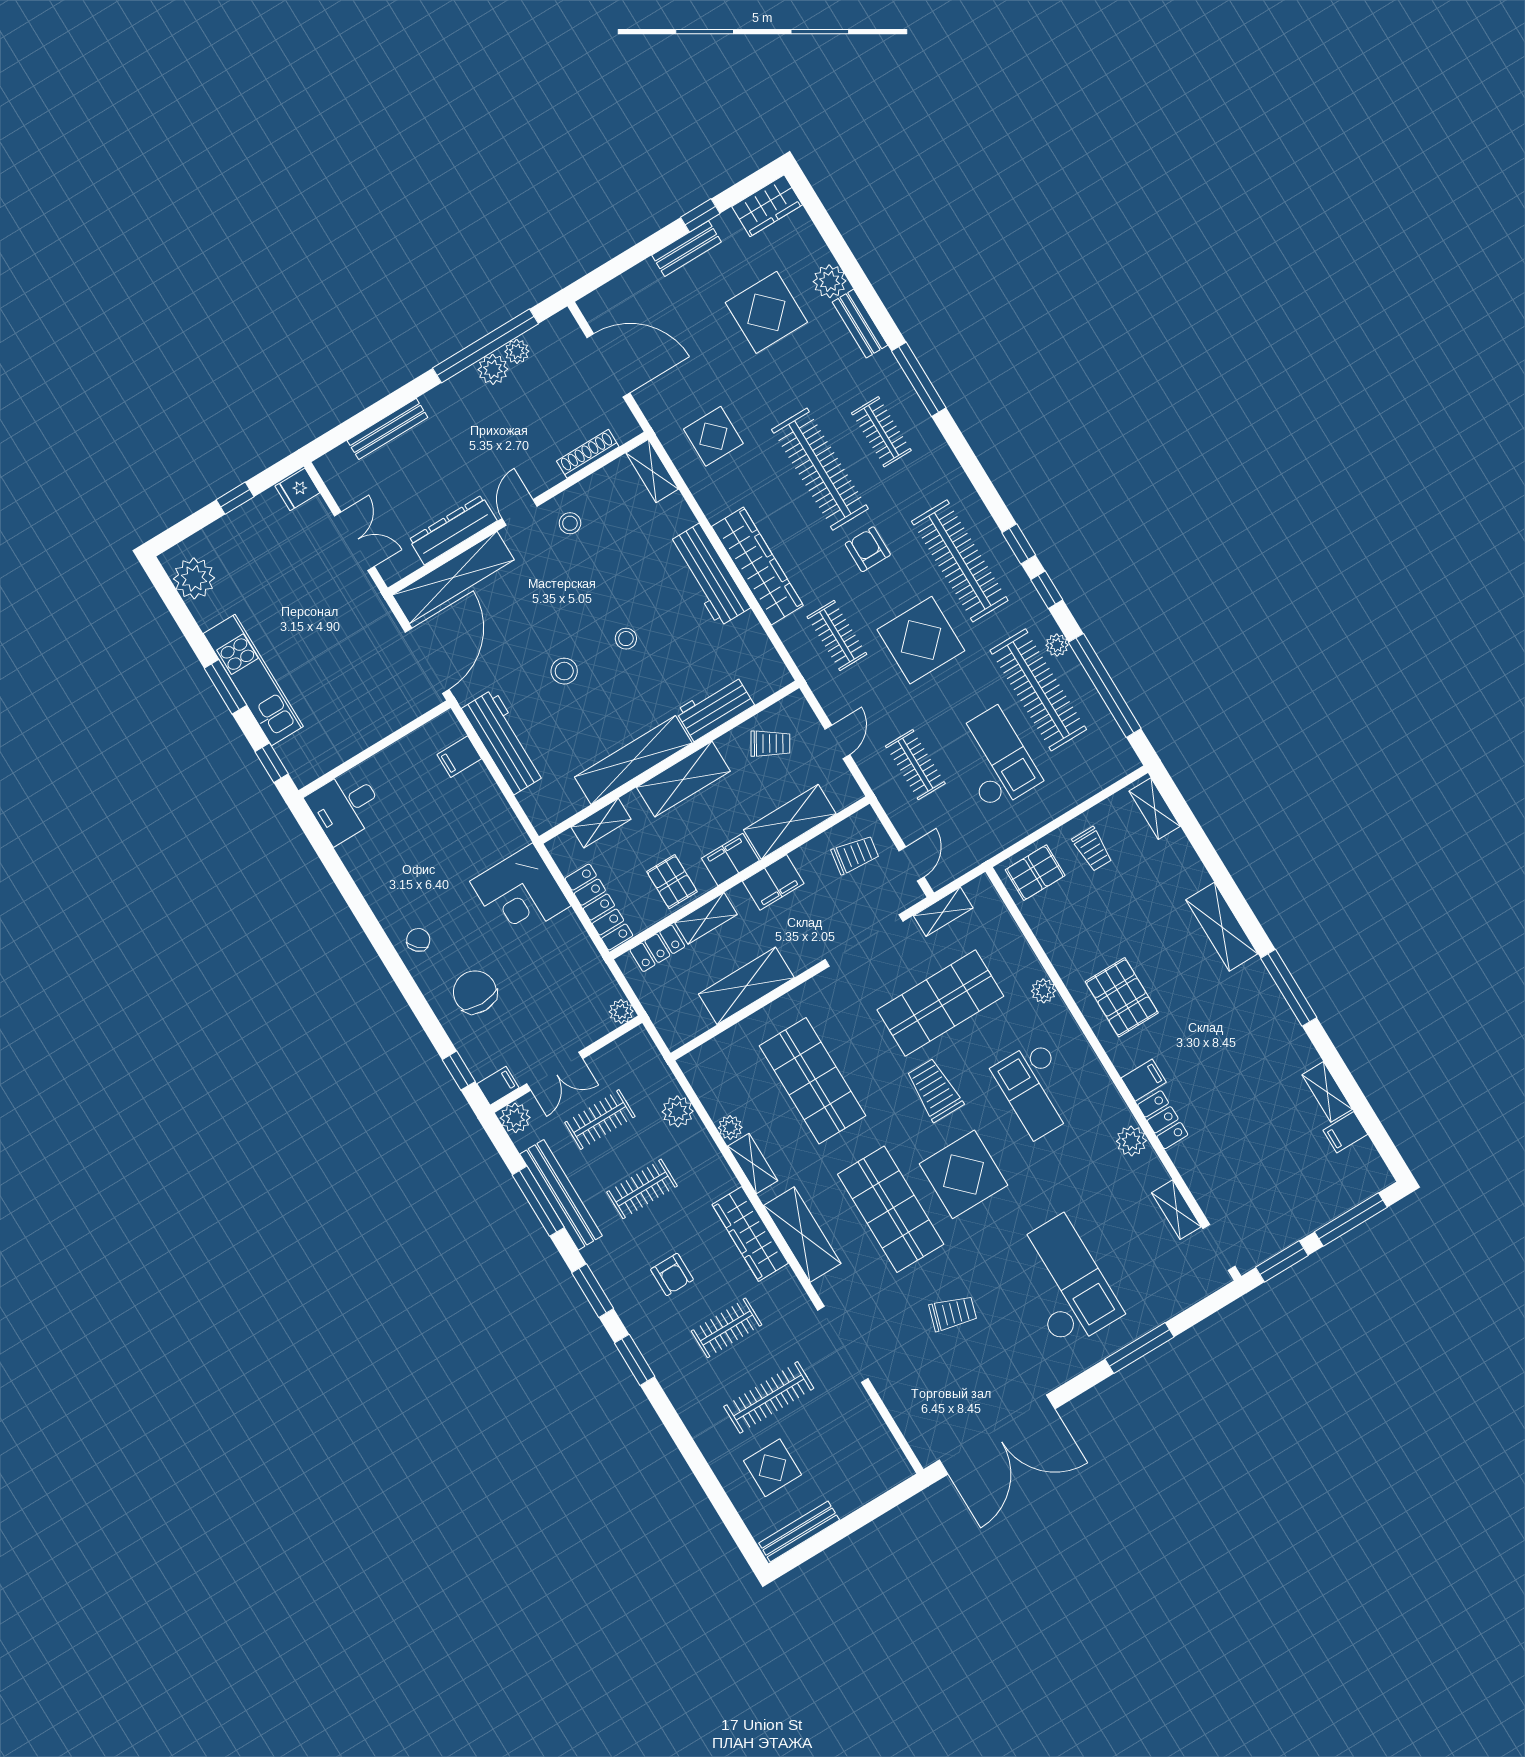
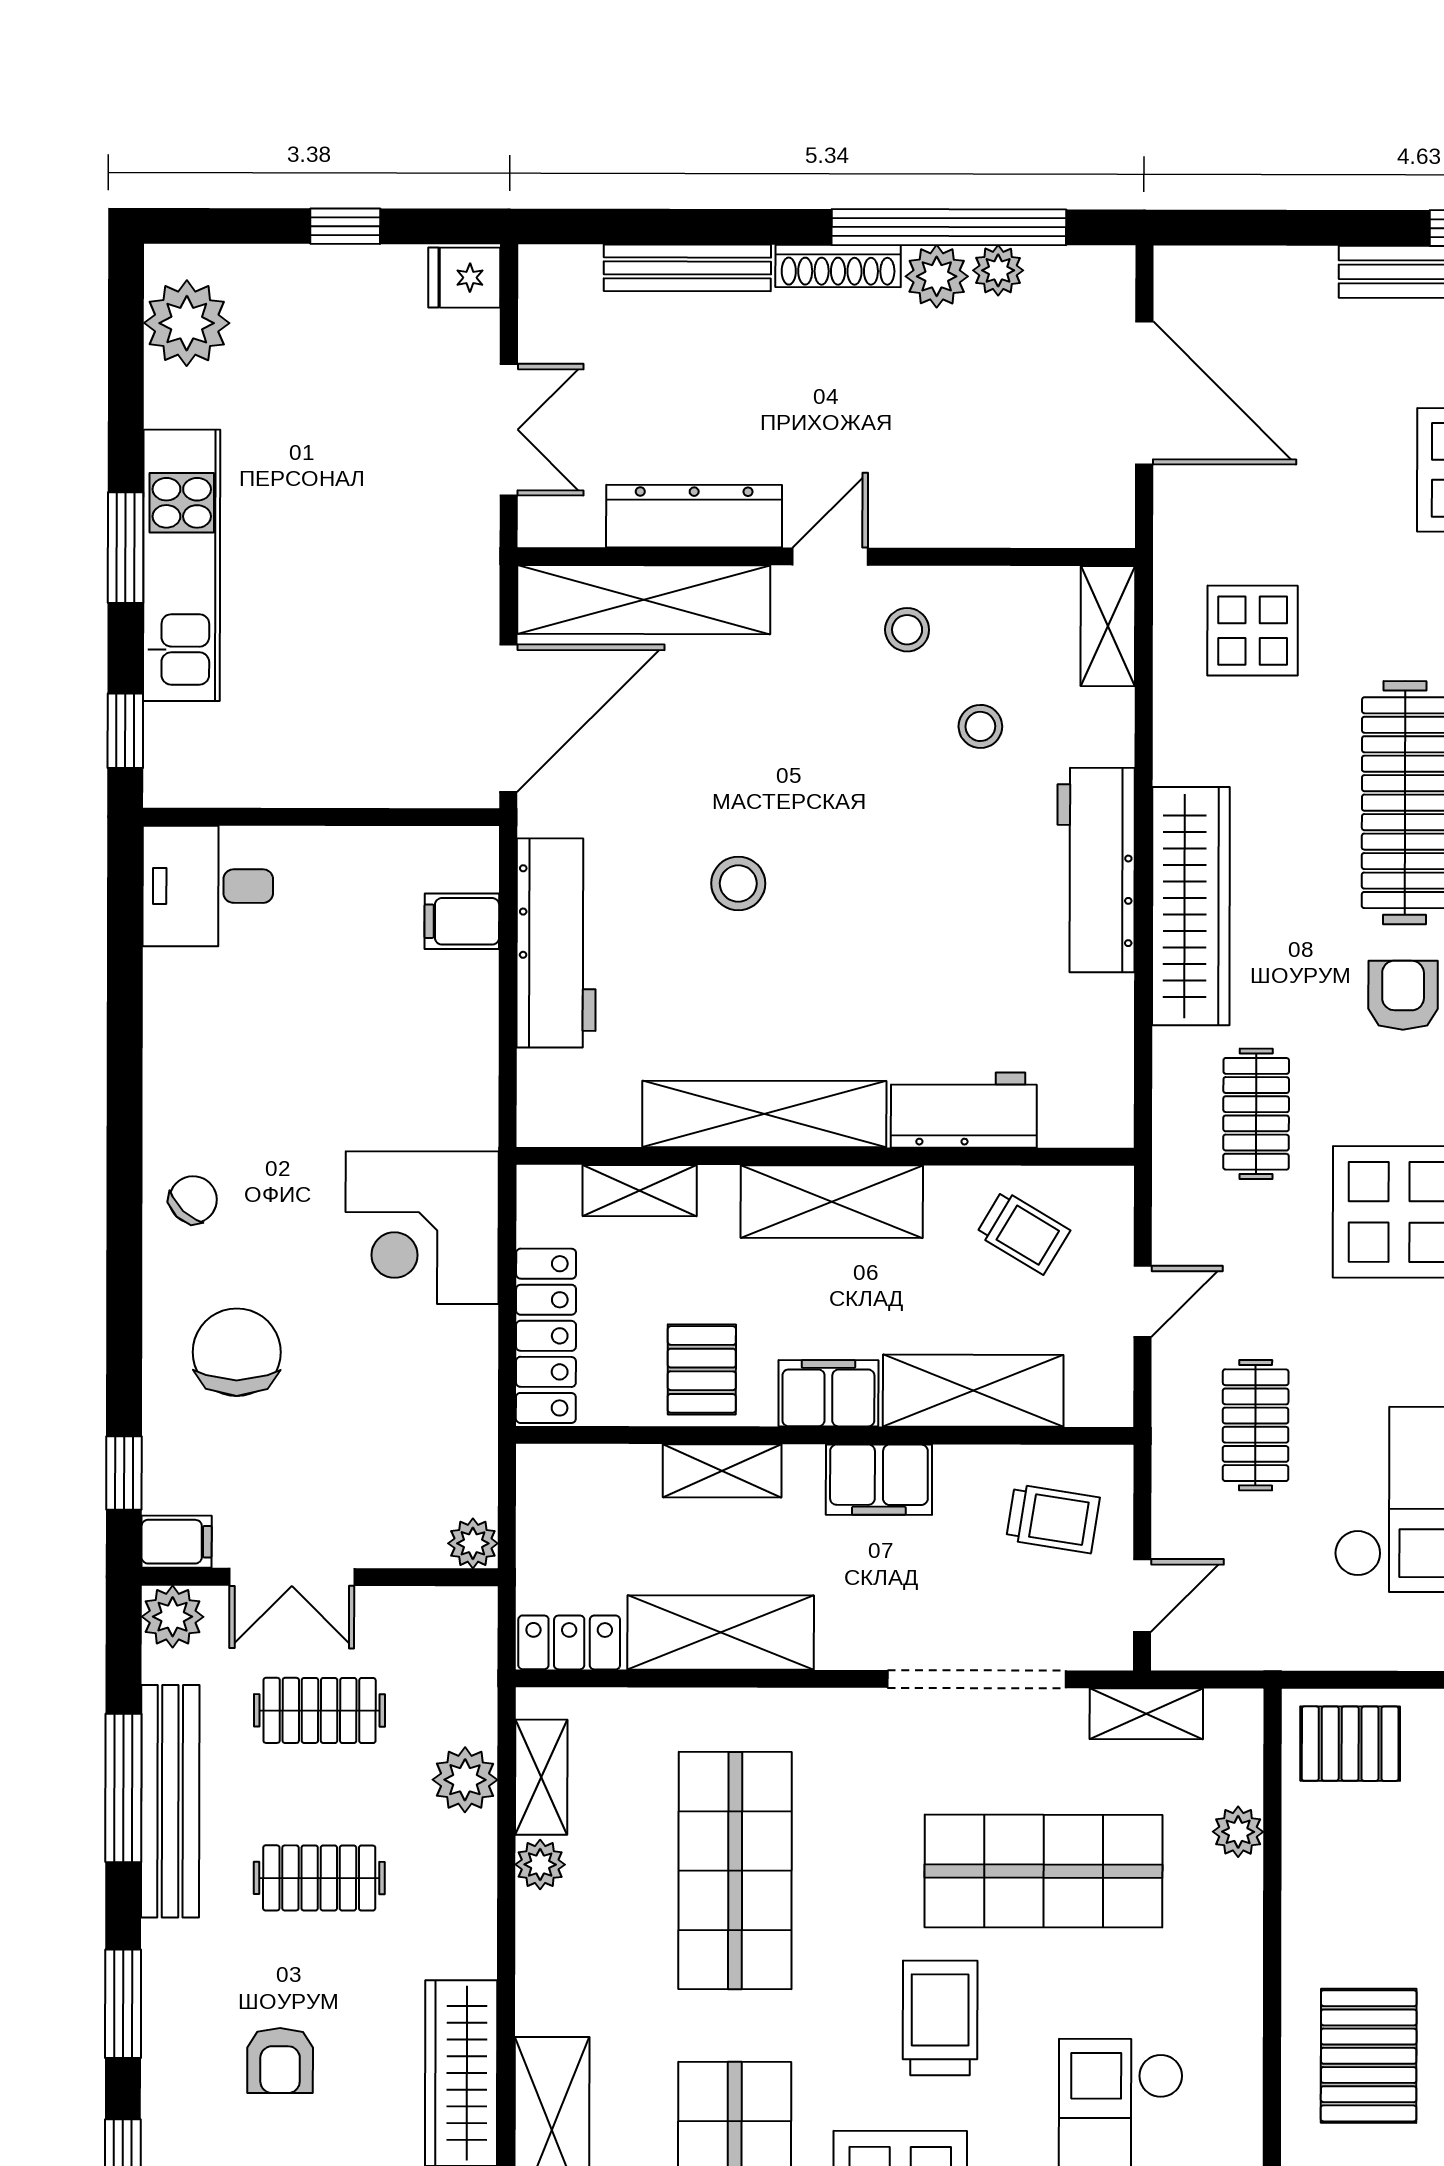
shoe rack: (588, 454) -> (838, 266), moved, turned 180
stool: (626, 639) -> (980, 726), moved
locker: (657, 948) -> (569, 1642), moved, turned 180
plant: (1043, 991) -> (1238, 1832), moved
shelving: (753, 1164) -> (541, 1777), moved

